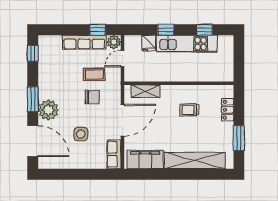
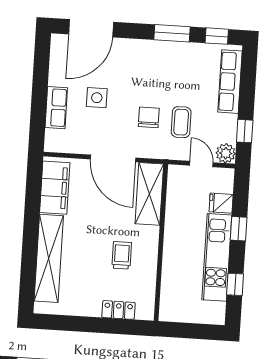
row of seats: (84, 42) -> (230, 82), moved
shelving: (145, 91) -> (149, 194), width x1.50, depth x1.33
chair: (92, 97) -> (149, 117), turned 180
window: (33, 99) -> (172, 33), moved
plant: (48, 110) -> (134, 53), removed
window: (239, 138) -> (77, 324), removed
row of seats: (114, 154) -> (56, 108), moved, turned 90

